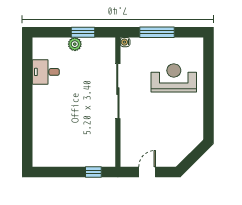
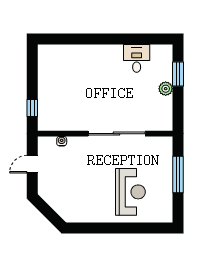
window: (83, 32) -> (178, 74), moved
water cooler: (125, 42) -> (62, 141), moved
door: (147, 172) -> (32, 164), swing flipped

